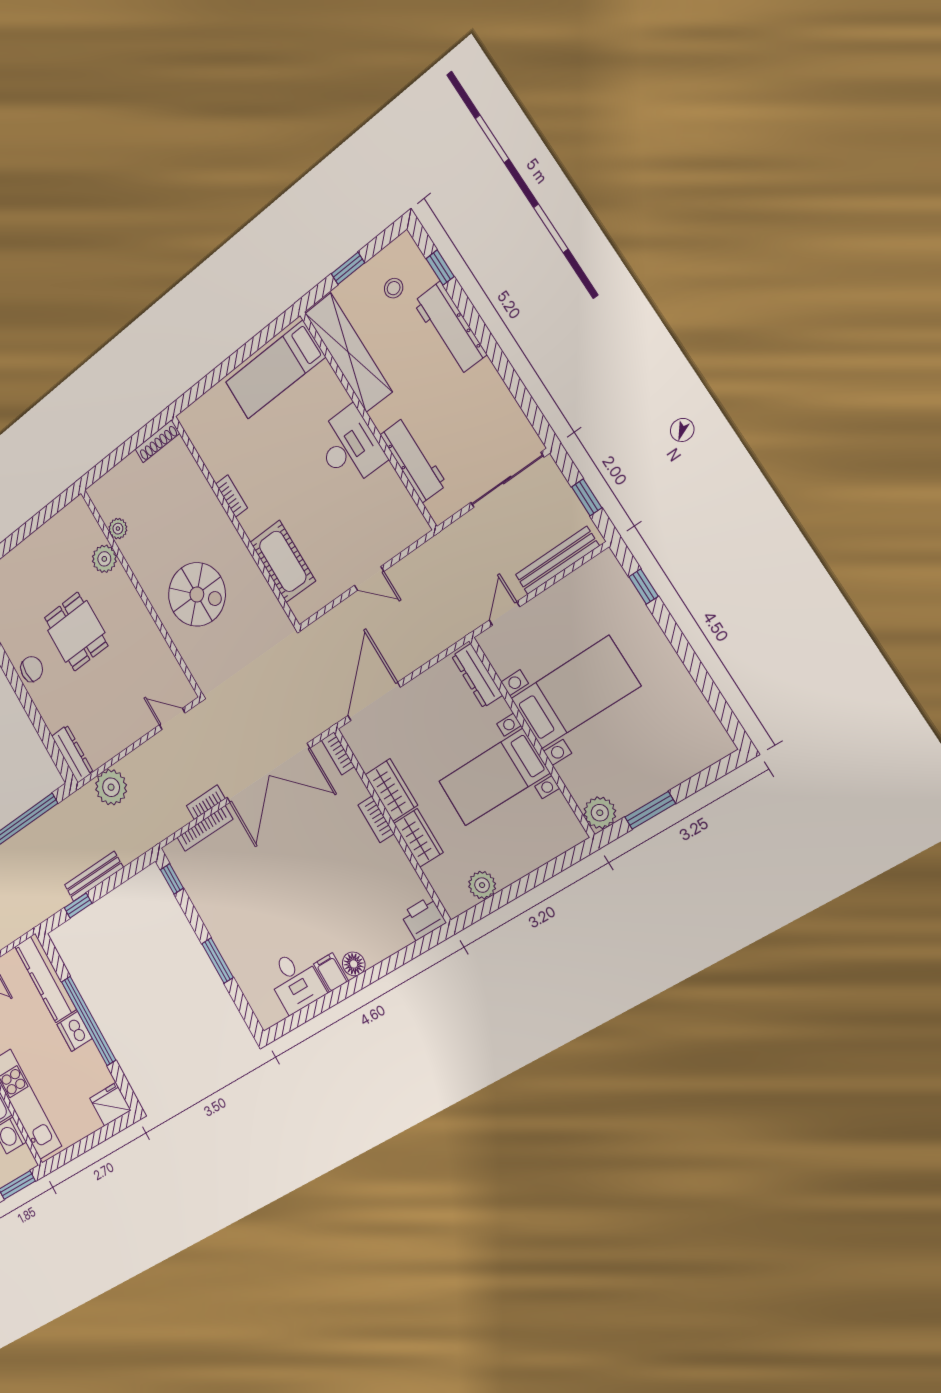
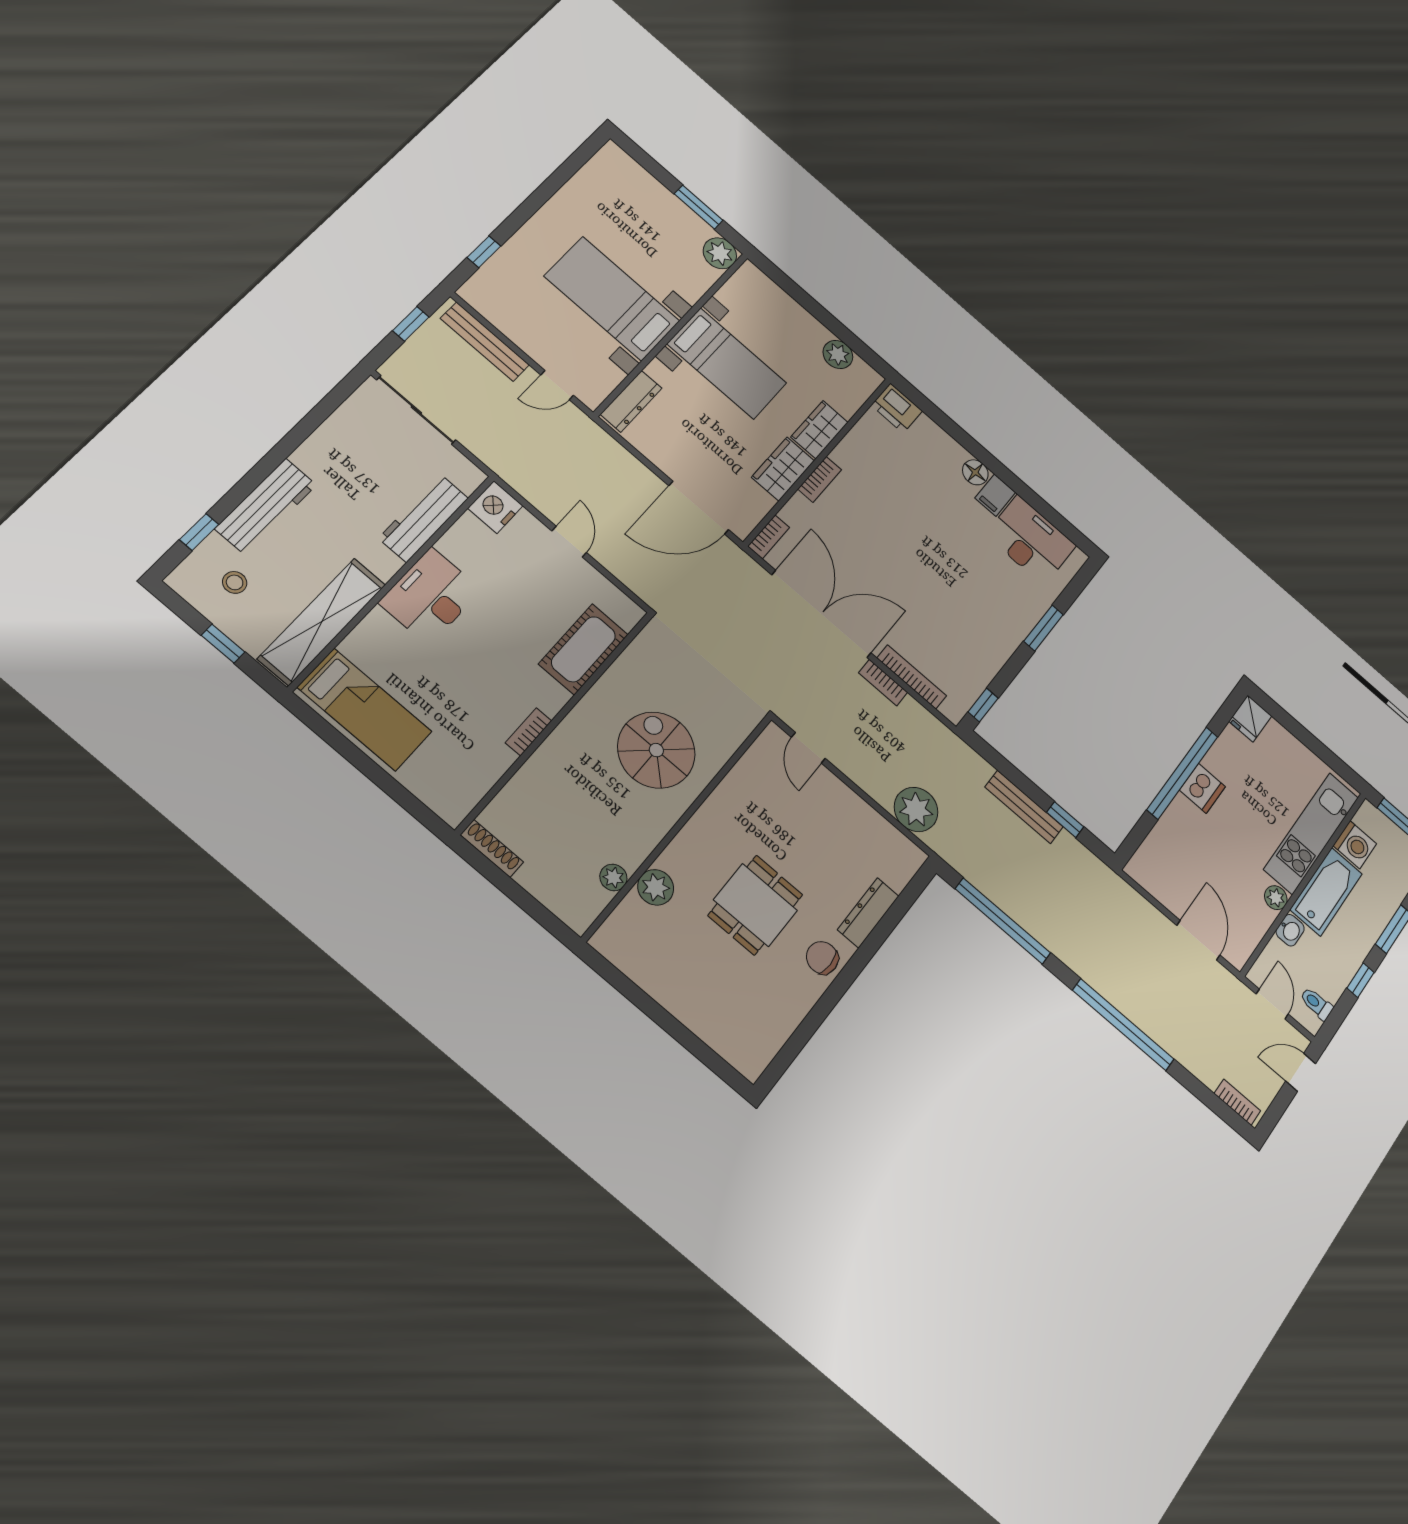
nightstand: (410, 524) -> (495, 507), added
dresser: (72, 754) -> (868, 913), moved
kitchen counter: (46, 978) -> (1164, 843), removed
desk: (295, 981) -> (1031, 540), width x1.37
fridge: (110, 1104) -> (1250, 719), width x0.72

